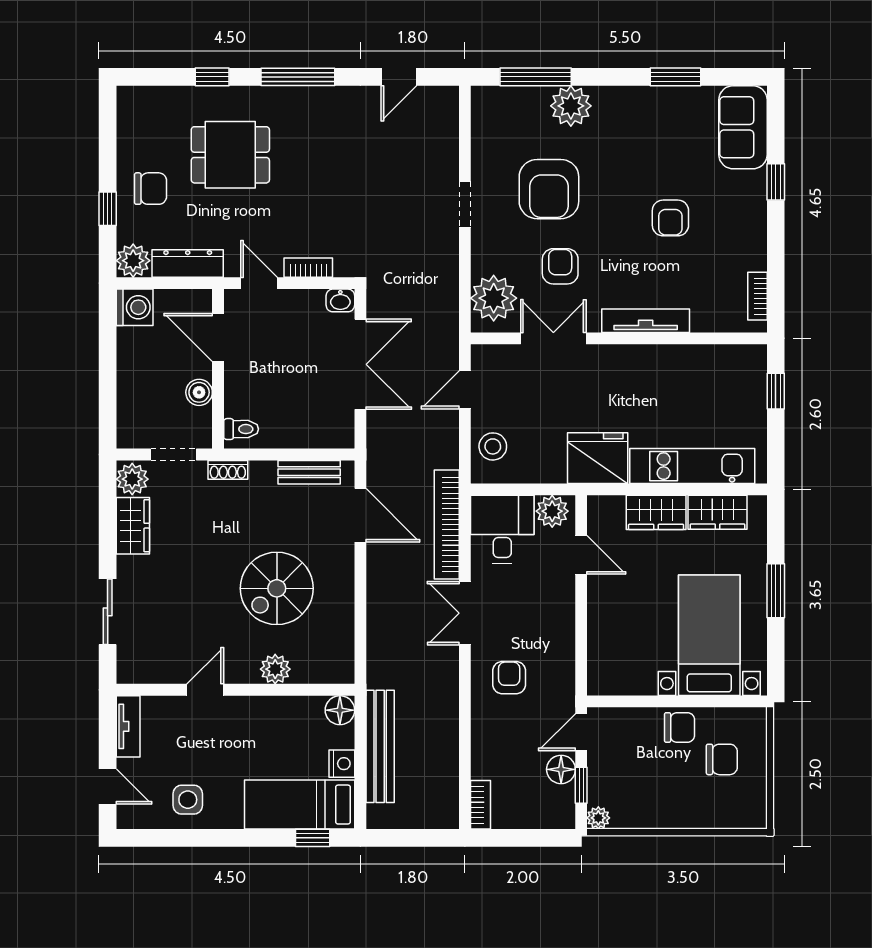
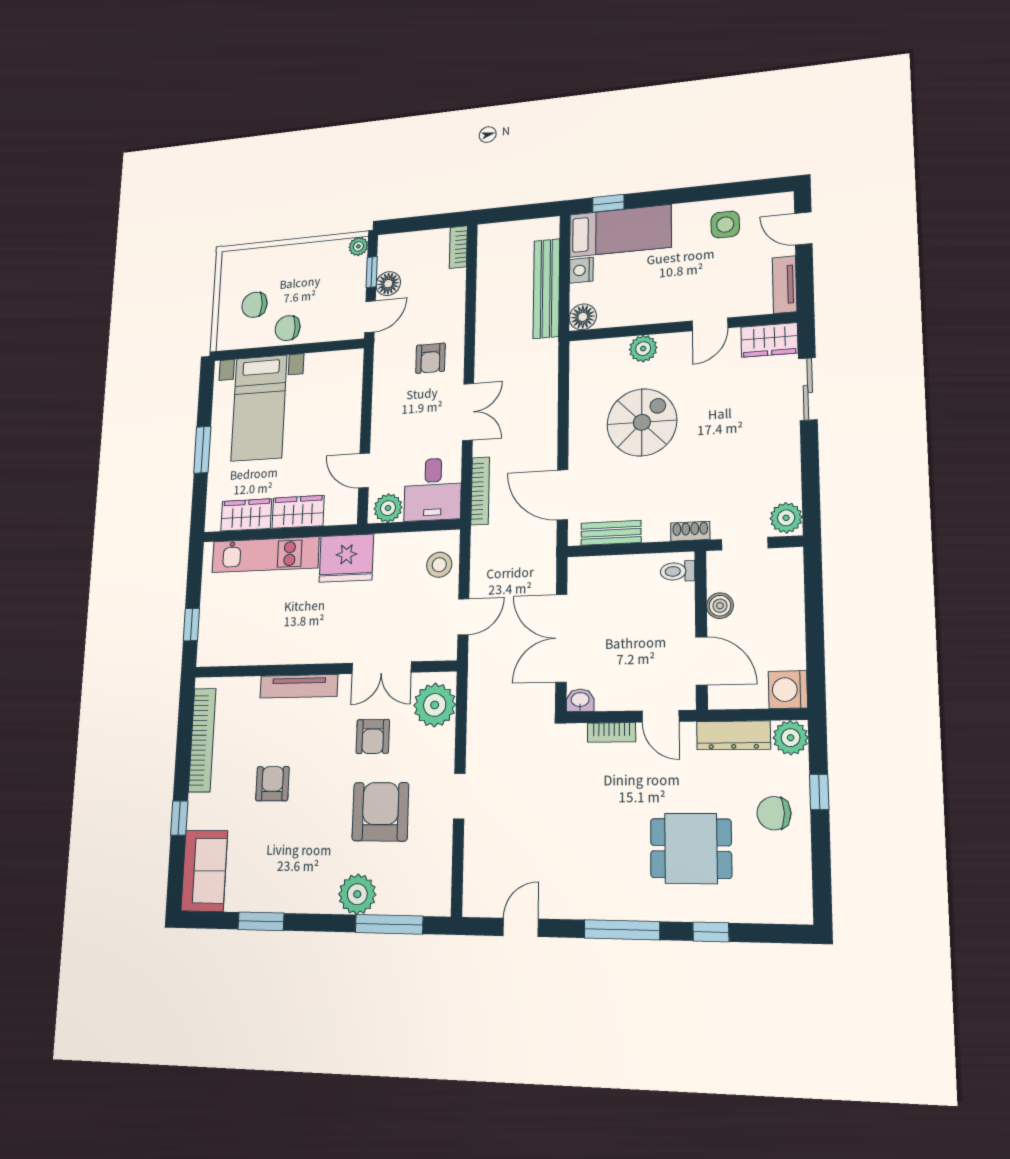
bookcase: (757, 296) -> (202, 740), width x2.31, depth x1.31
bookcase: (447, 525) -> (480, 491), width x0.68, depth x0.76
wardrobe: (133, 526) -> (769, 340), moved, turned -90

